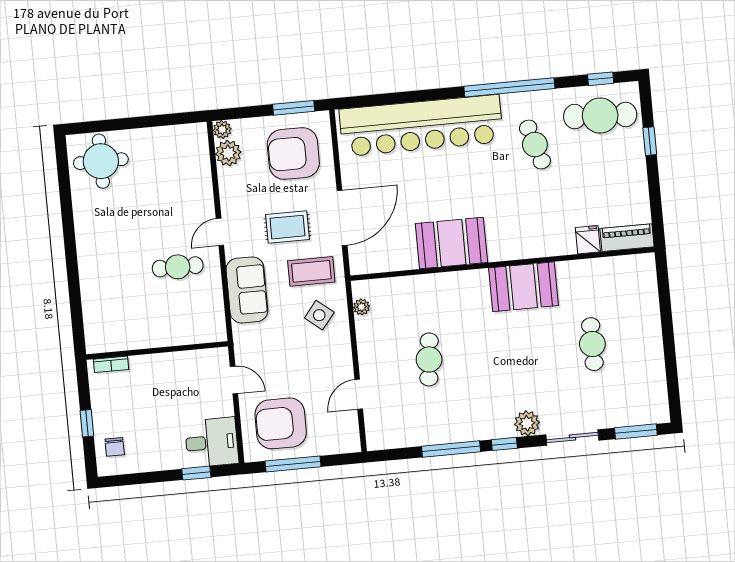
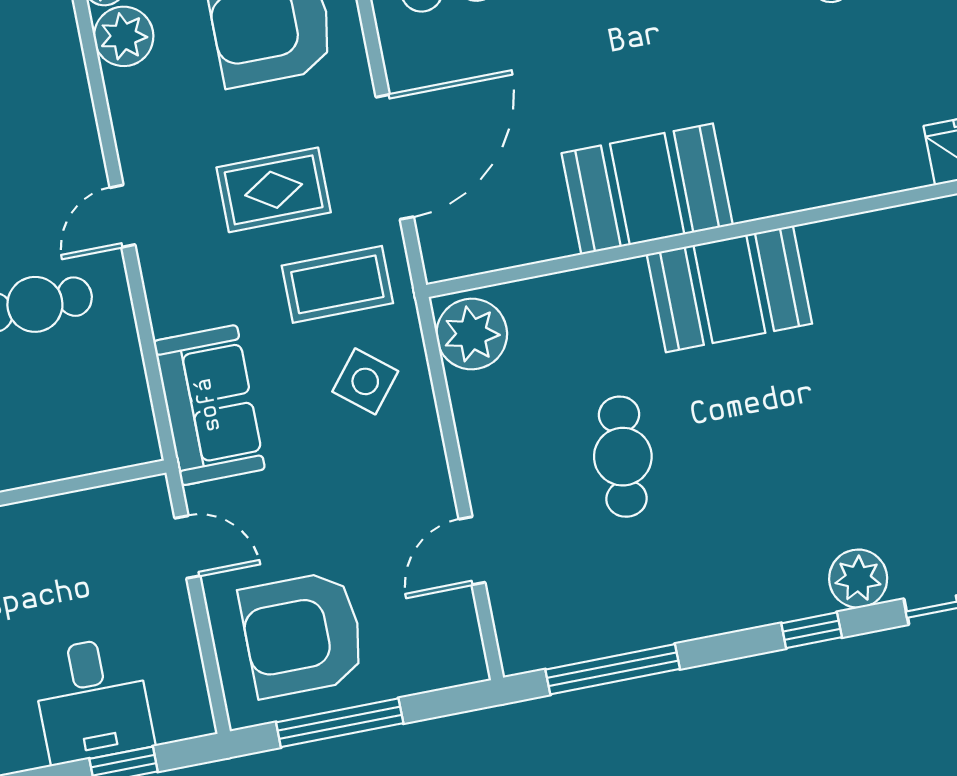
booth: (523, 287) -> (729, 289), moved
sofa: (247, 290) -> (209, 405), moved
plant: (362, 307) -> (472, 334), width x1.88, depth x1.88
desk: (212, 442) -> (92, 700), moved, turned 90
window: (451, 449) -> (613, 669), moved

